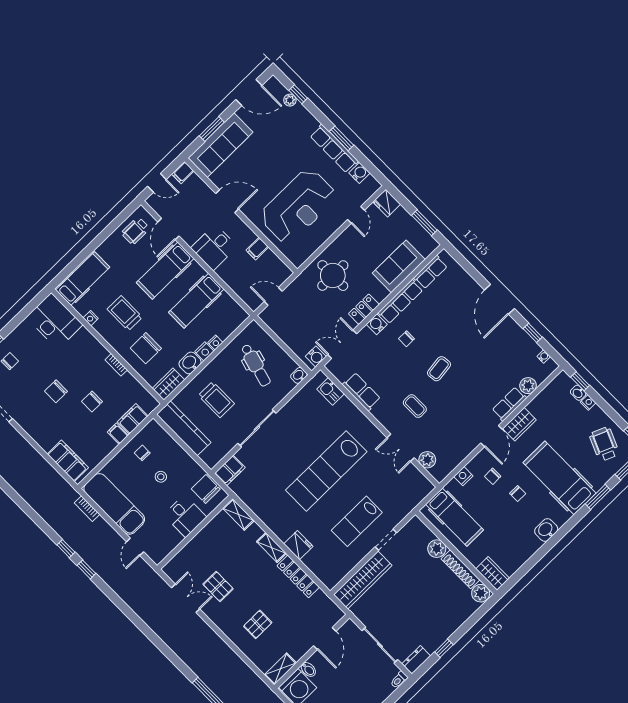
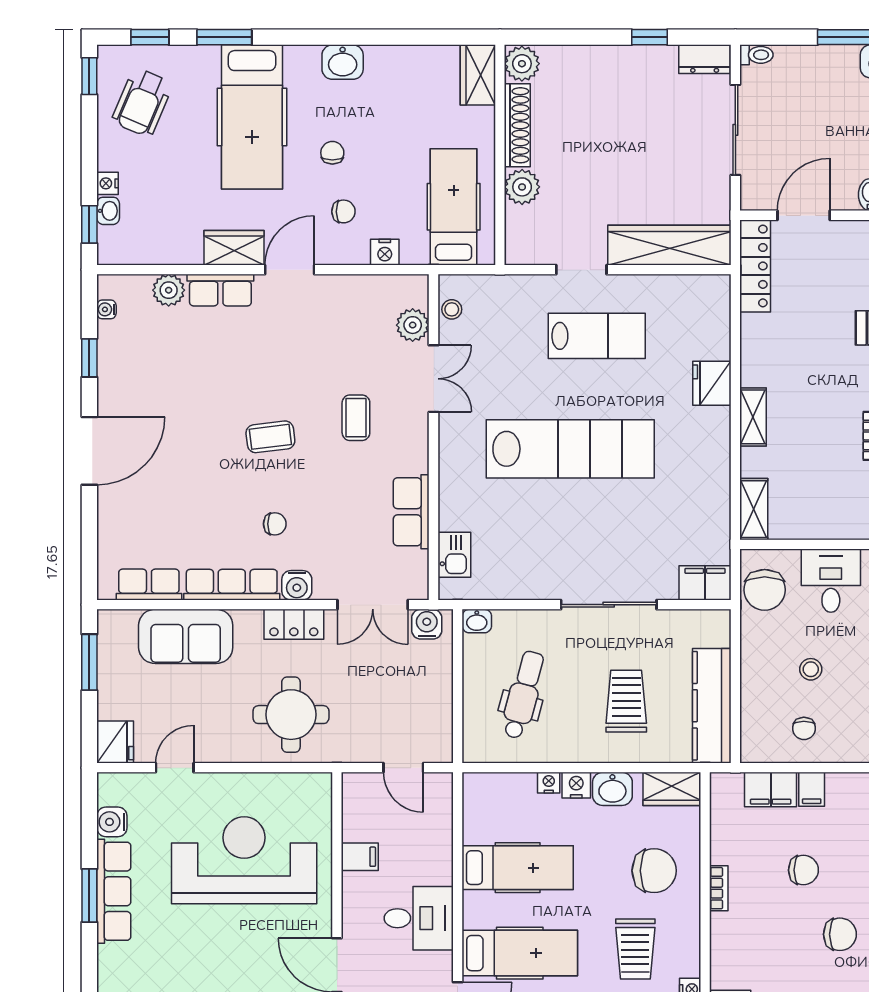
stool: (419, 479) -> (452, 309), added
locker: (298, 576) -> (755, 266), moved

